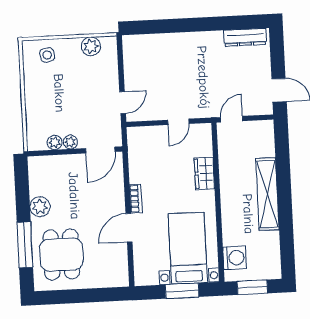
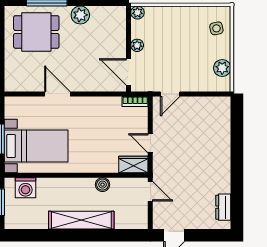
dresser: (245, 37) -> (223, 207), width x0.70
door: (123, 103) -> (170, 94), hinge flipped
plant: (55, 142) -> (137, 13), moved
wardrobe: (204, 173) -> (133, 164), moved
boiler: (227, 173) -> (103, 185), added
bookcase: (136, 199) -> (135, 102), moved

